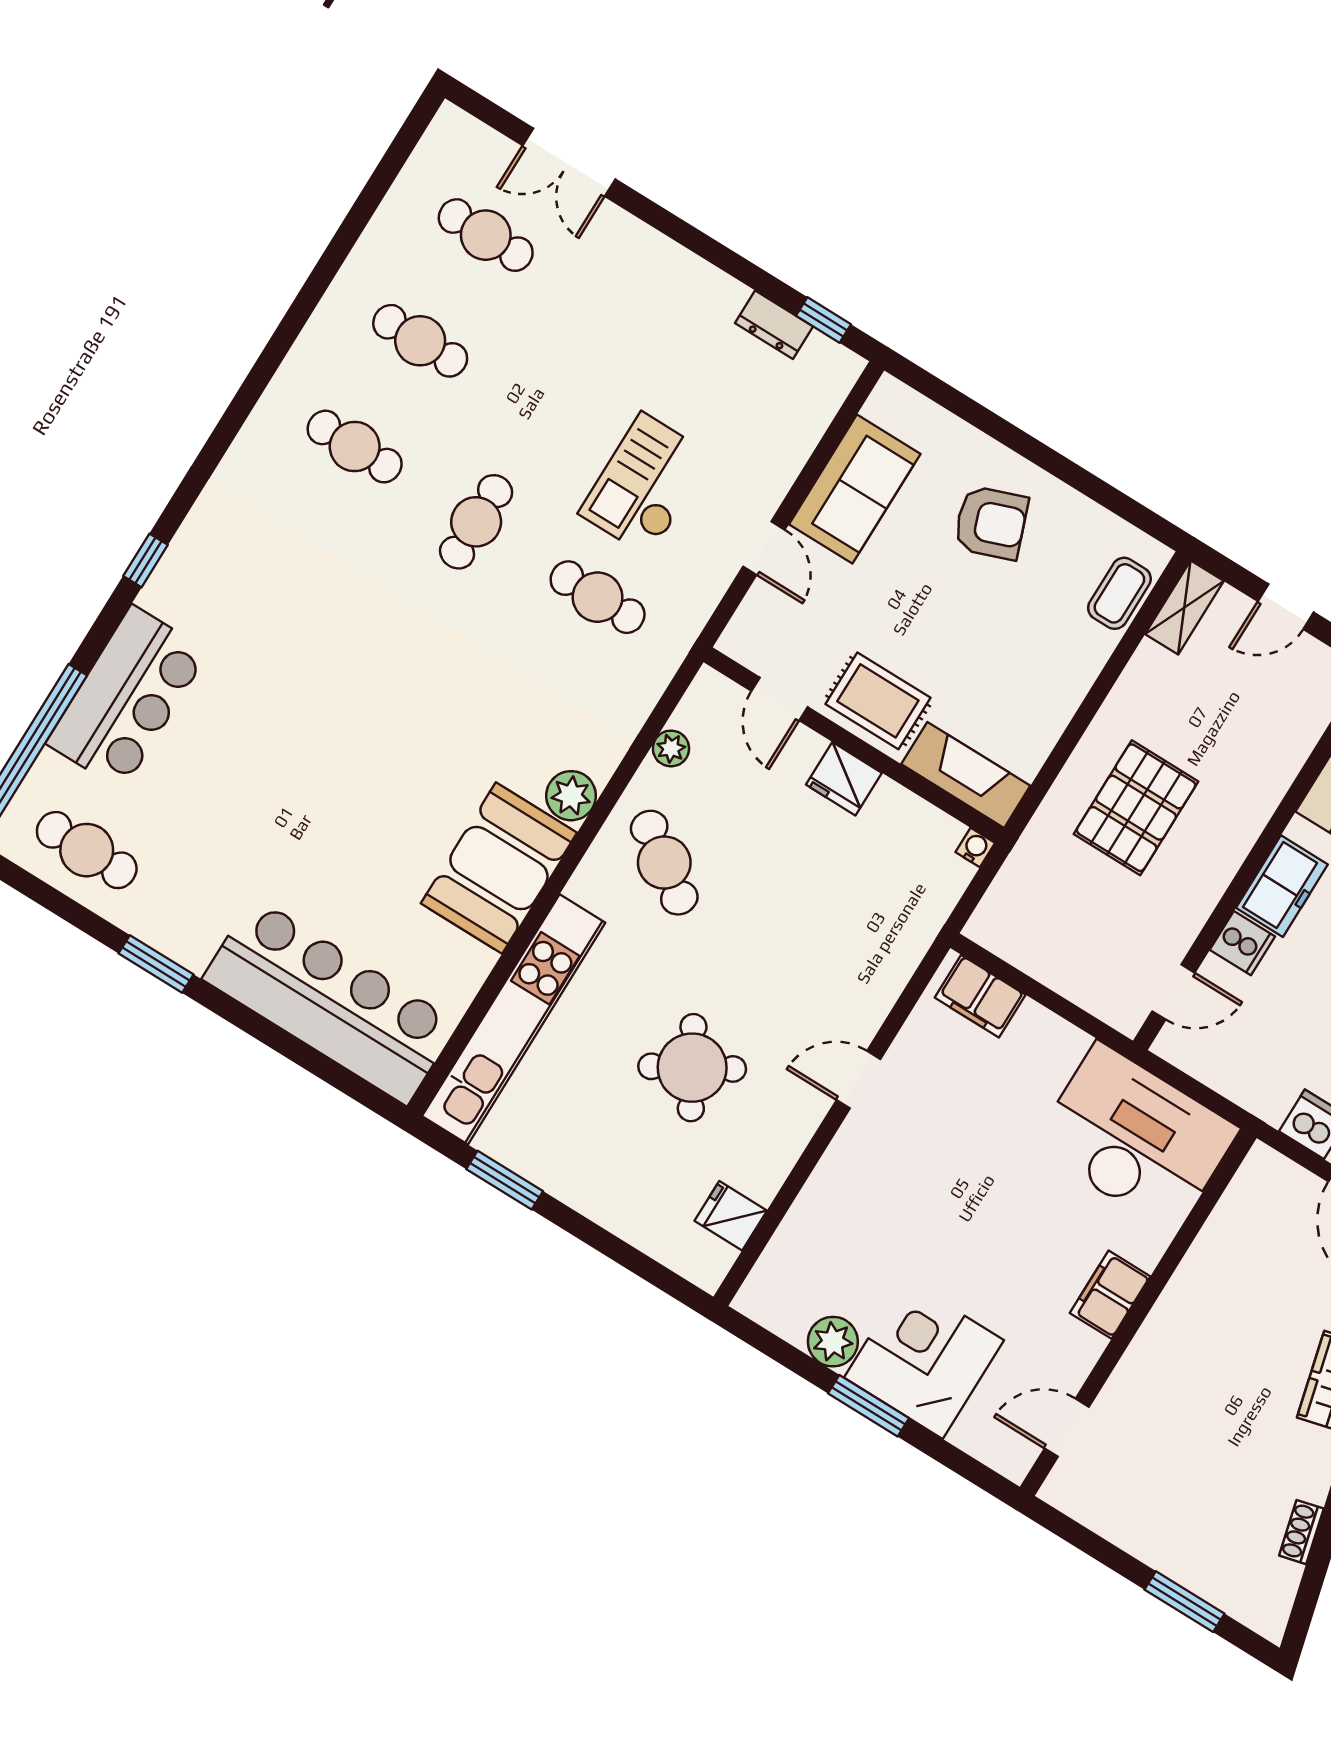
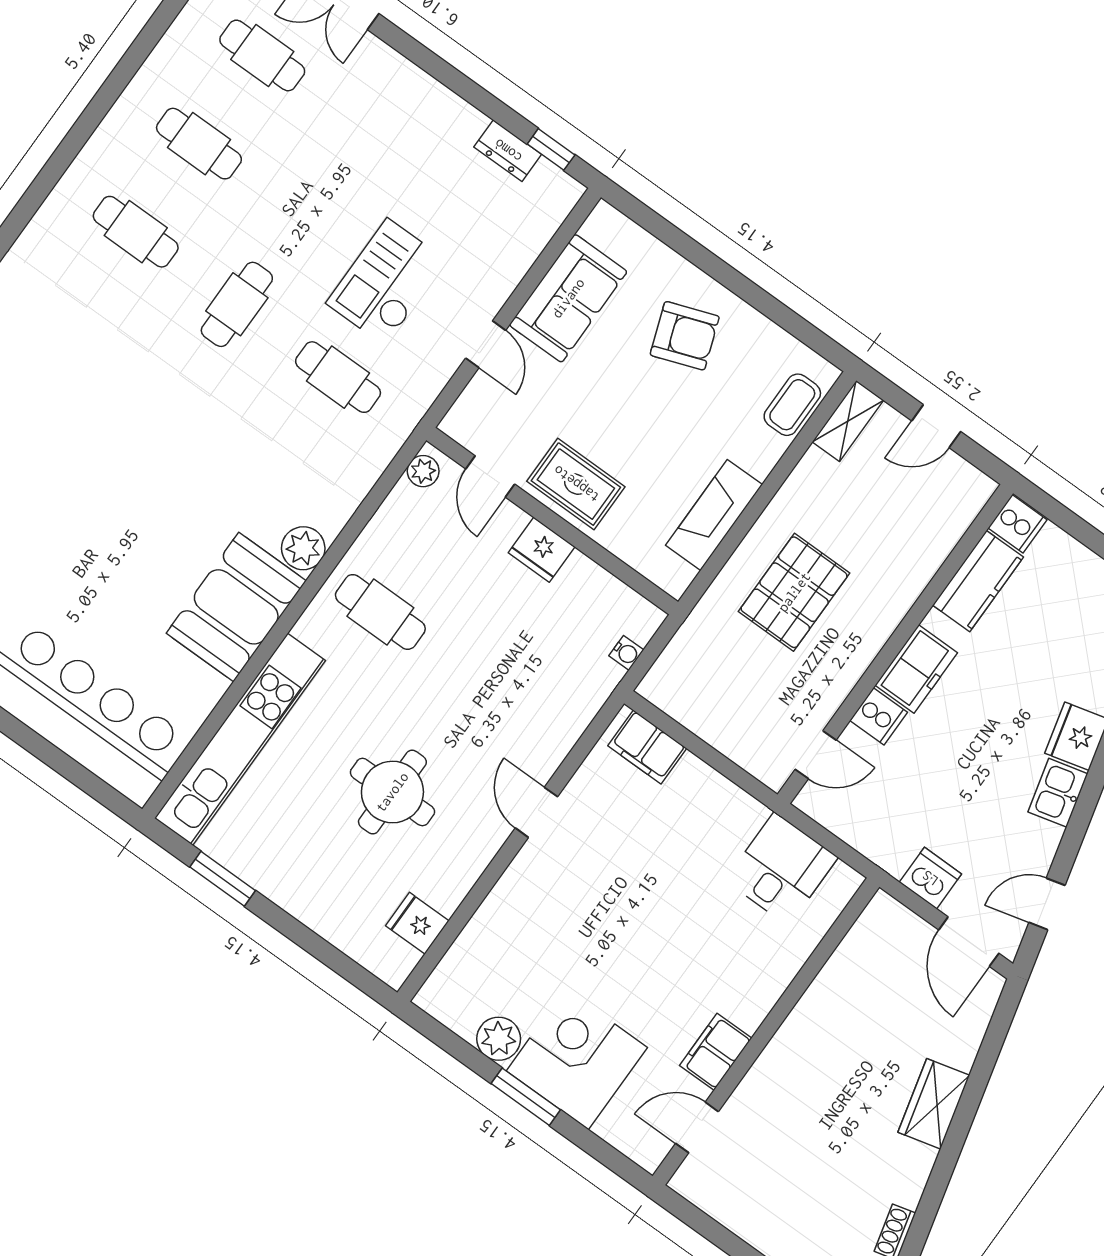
plant: (671, 748) -> (423, 471), moved
fireplace: (966, 775) -> (714, 515), moved, turned -90
water cooler: (975, 848) -> (626, 653), moved, turned 90
cafe table: (664, 863) -> (380, 612), turned -35
round table: (692, 1068) -> (392, 792), turned 30
door: (858, 1080) -> (536, 812), hinge flipped
desk: (1135, 1138) -> (781, 869), width x0.53, depth x0.77
filing cabinet: (1110, 1295) -> (716, 1052), moved

